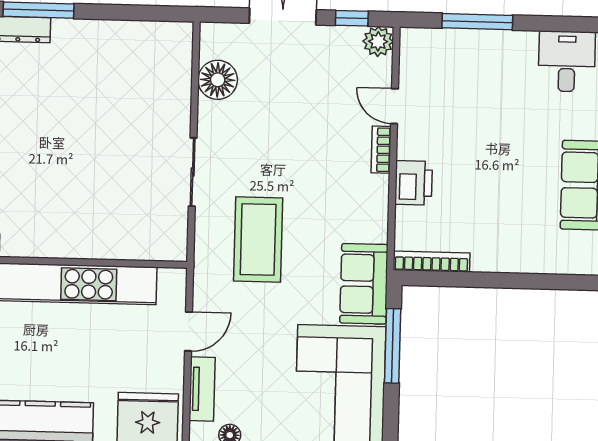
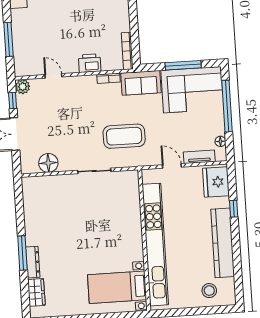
door: (395, 106) -> (53, 76), swing flipped
bookcase: (381, 150) -> (109, 78), moved
window: (393, 346) -> (183, 65), moved

